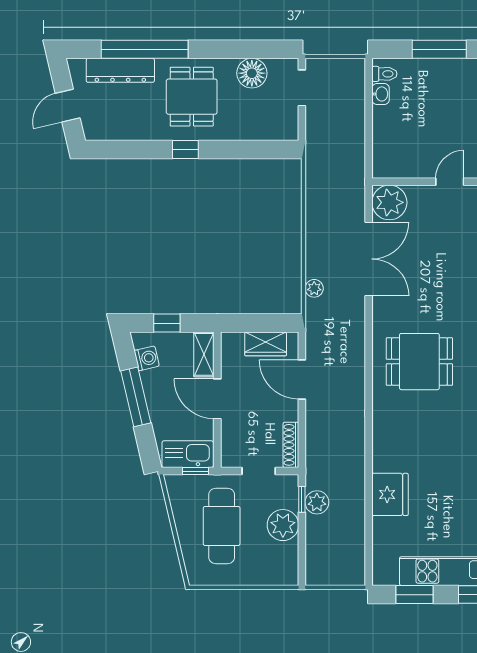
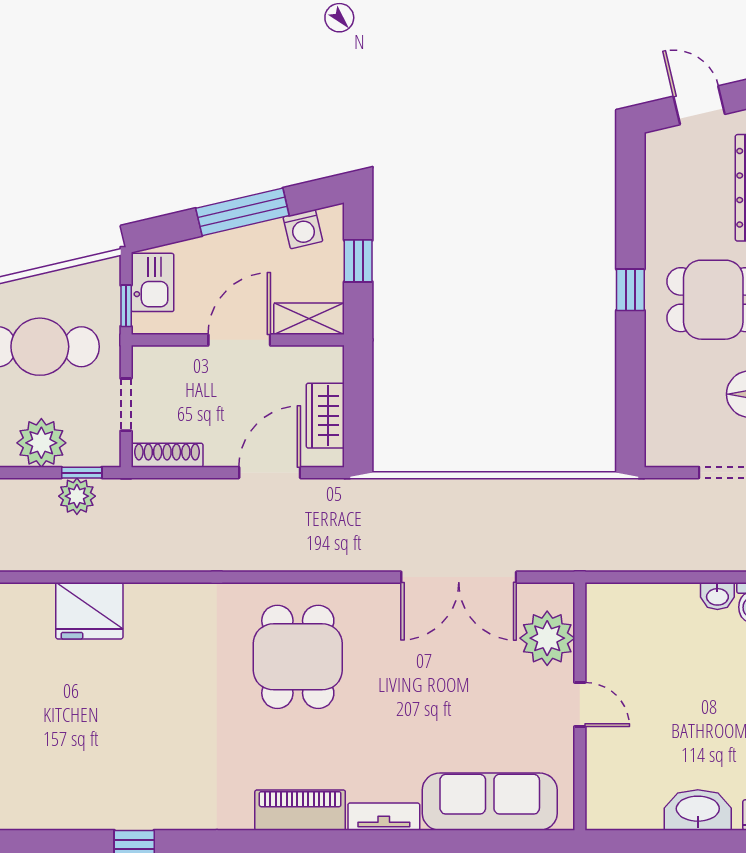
plant: (389, 202) -> (547, 638), moved
plant: (314, 288) -> (413, 492), removed
kitchen sink: (188, 454) -> (152, 282), width x0.73

